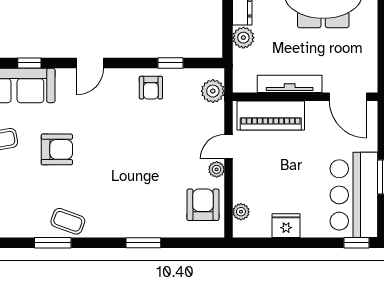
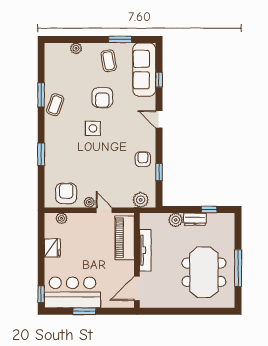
armchair: (151, 88) -> (143, 159), turned 90
side table: (104, 164) -> (93, 128), added
armchair: (203, 205) -> (66, 193), turned -90

